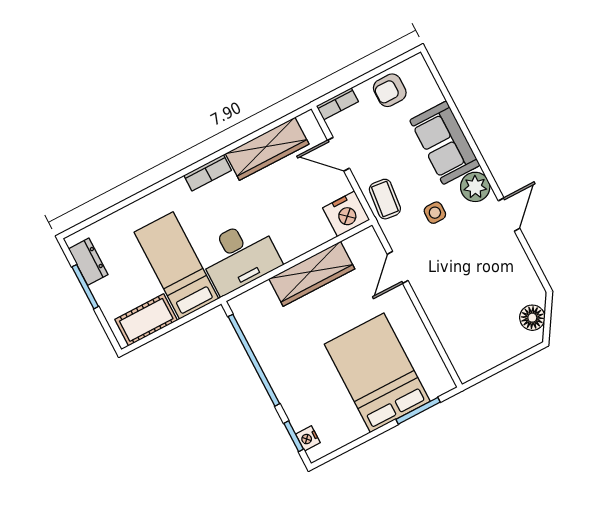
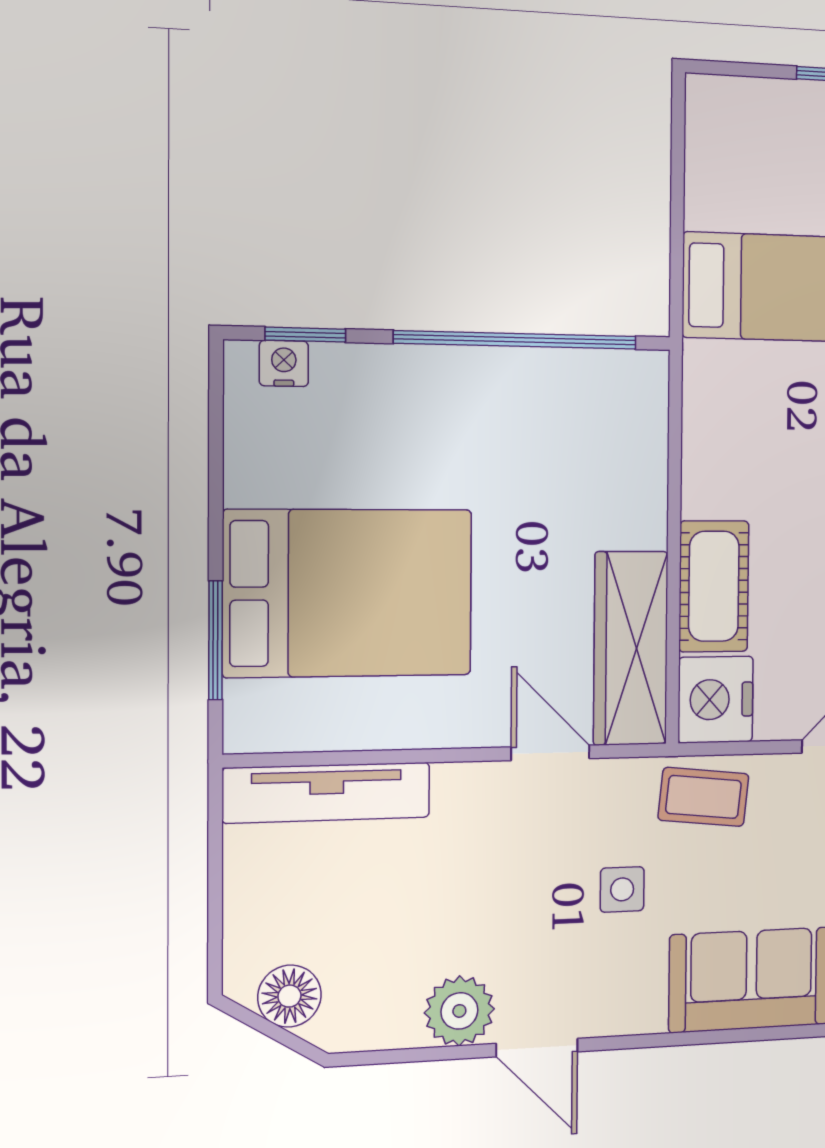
plant: (475, 187) -> (459, 1011), moved
desk: (239, 256) -> (745, 429), removed
wardrobe: (312, 274) -> (631, 648), moved
cot: (146, 320) -> (714, 586), moved
tv unit: (453, 343) -> (327, 793), added

